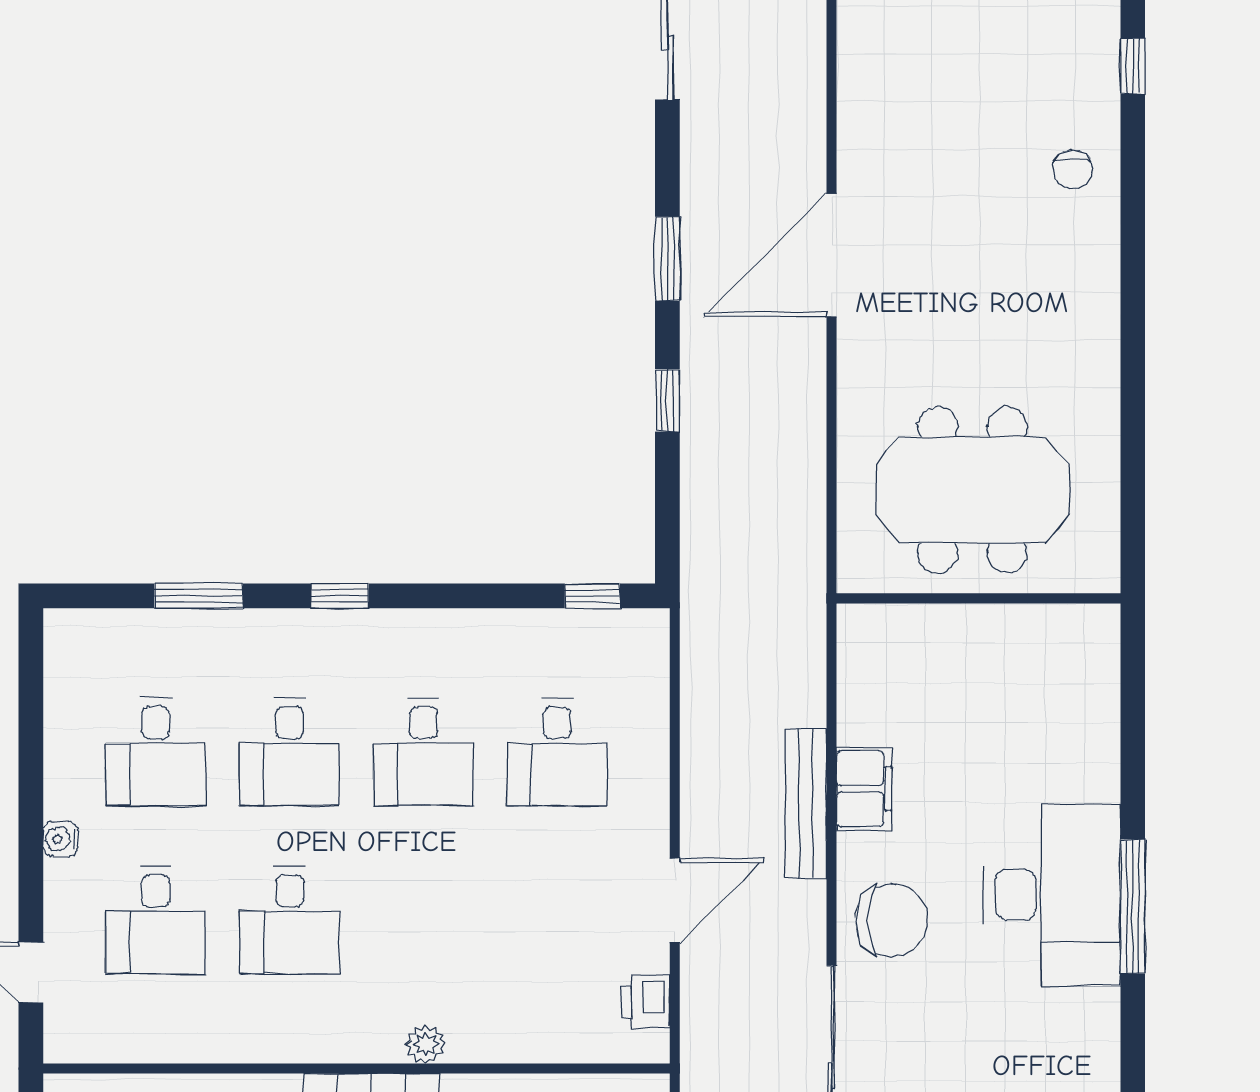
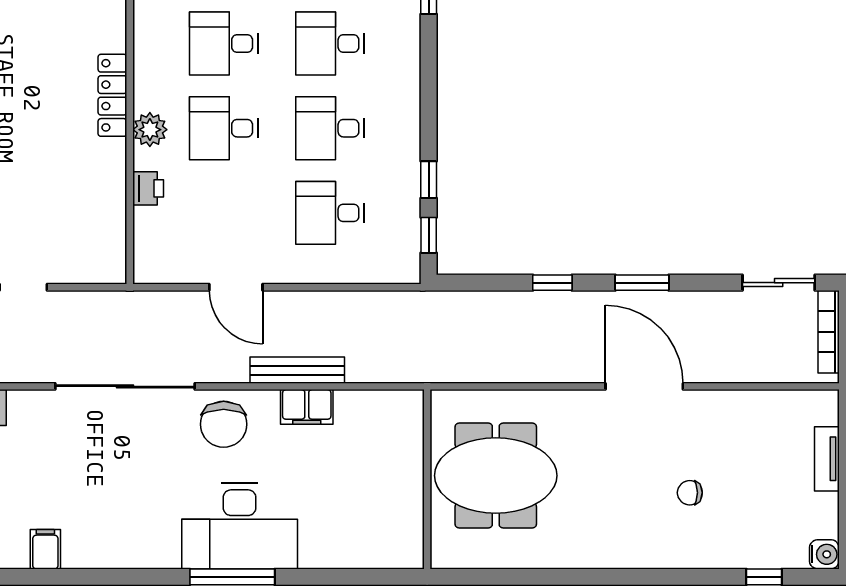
chair: (1073, 169) -> (690, 493), moved
meeting table: (972, 490) -> (496, 476), turned 90
window: (340, 596) -> (429, 180), moved
desk: (423, 920) -> (224, 128), added
printer: (646, 1002) -> (148, 188), moved, turned 90
plant: (426, 1044) -> (150, 130), width x1.38, depth x1.38

